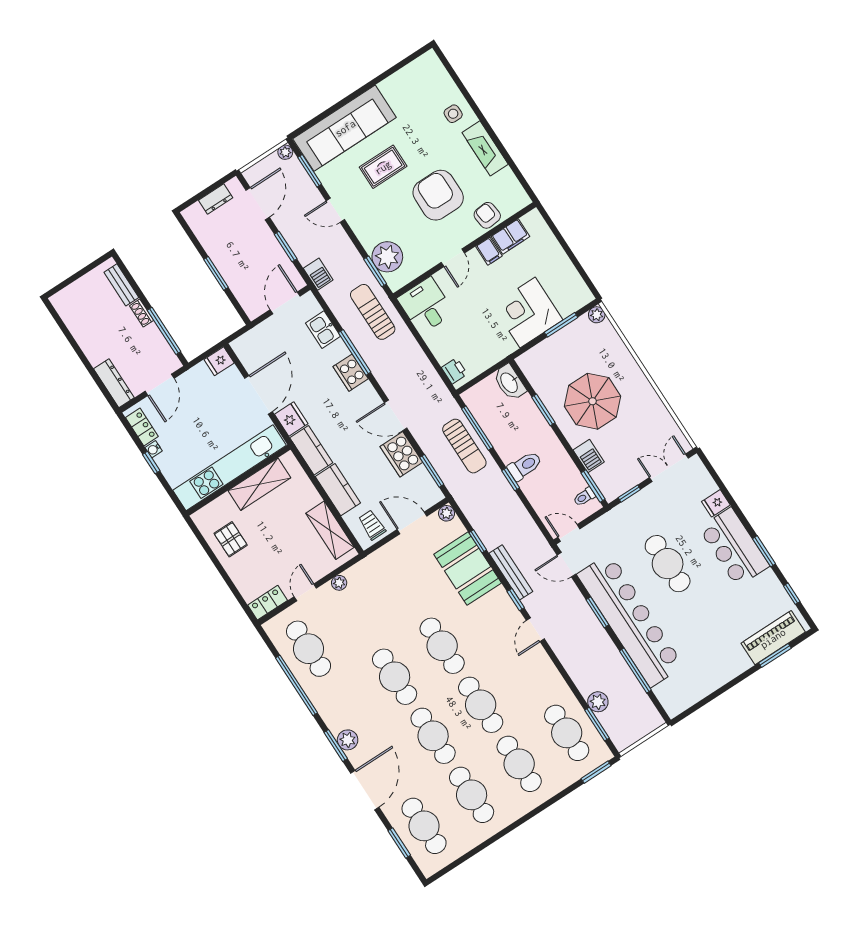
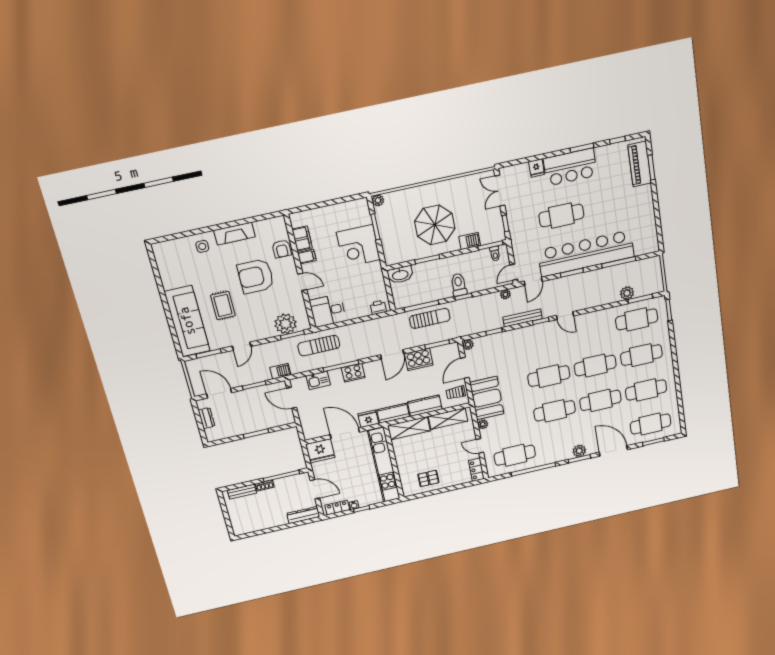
plant: (285, 152) -> (505, 294), moved
armchair: (487, 215) -> (282, 249), turned -84
fridge: (219, 361) -> (320, 451), width x1.88, depth x1.34
shelving: (259, 484) -> (409, 428), moved, turned 90
booth: (468, 569) -> (487, 398), moved, turned 90

